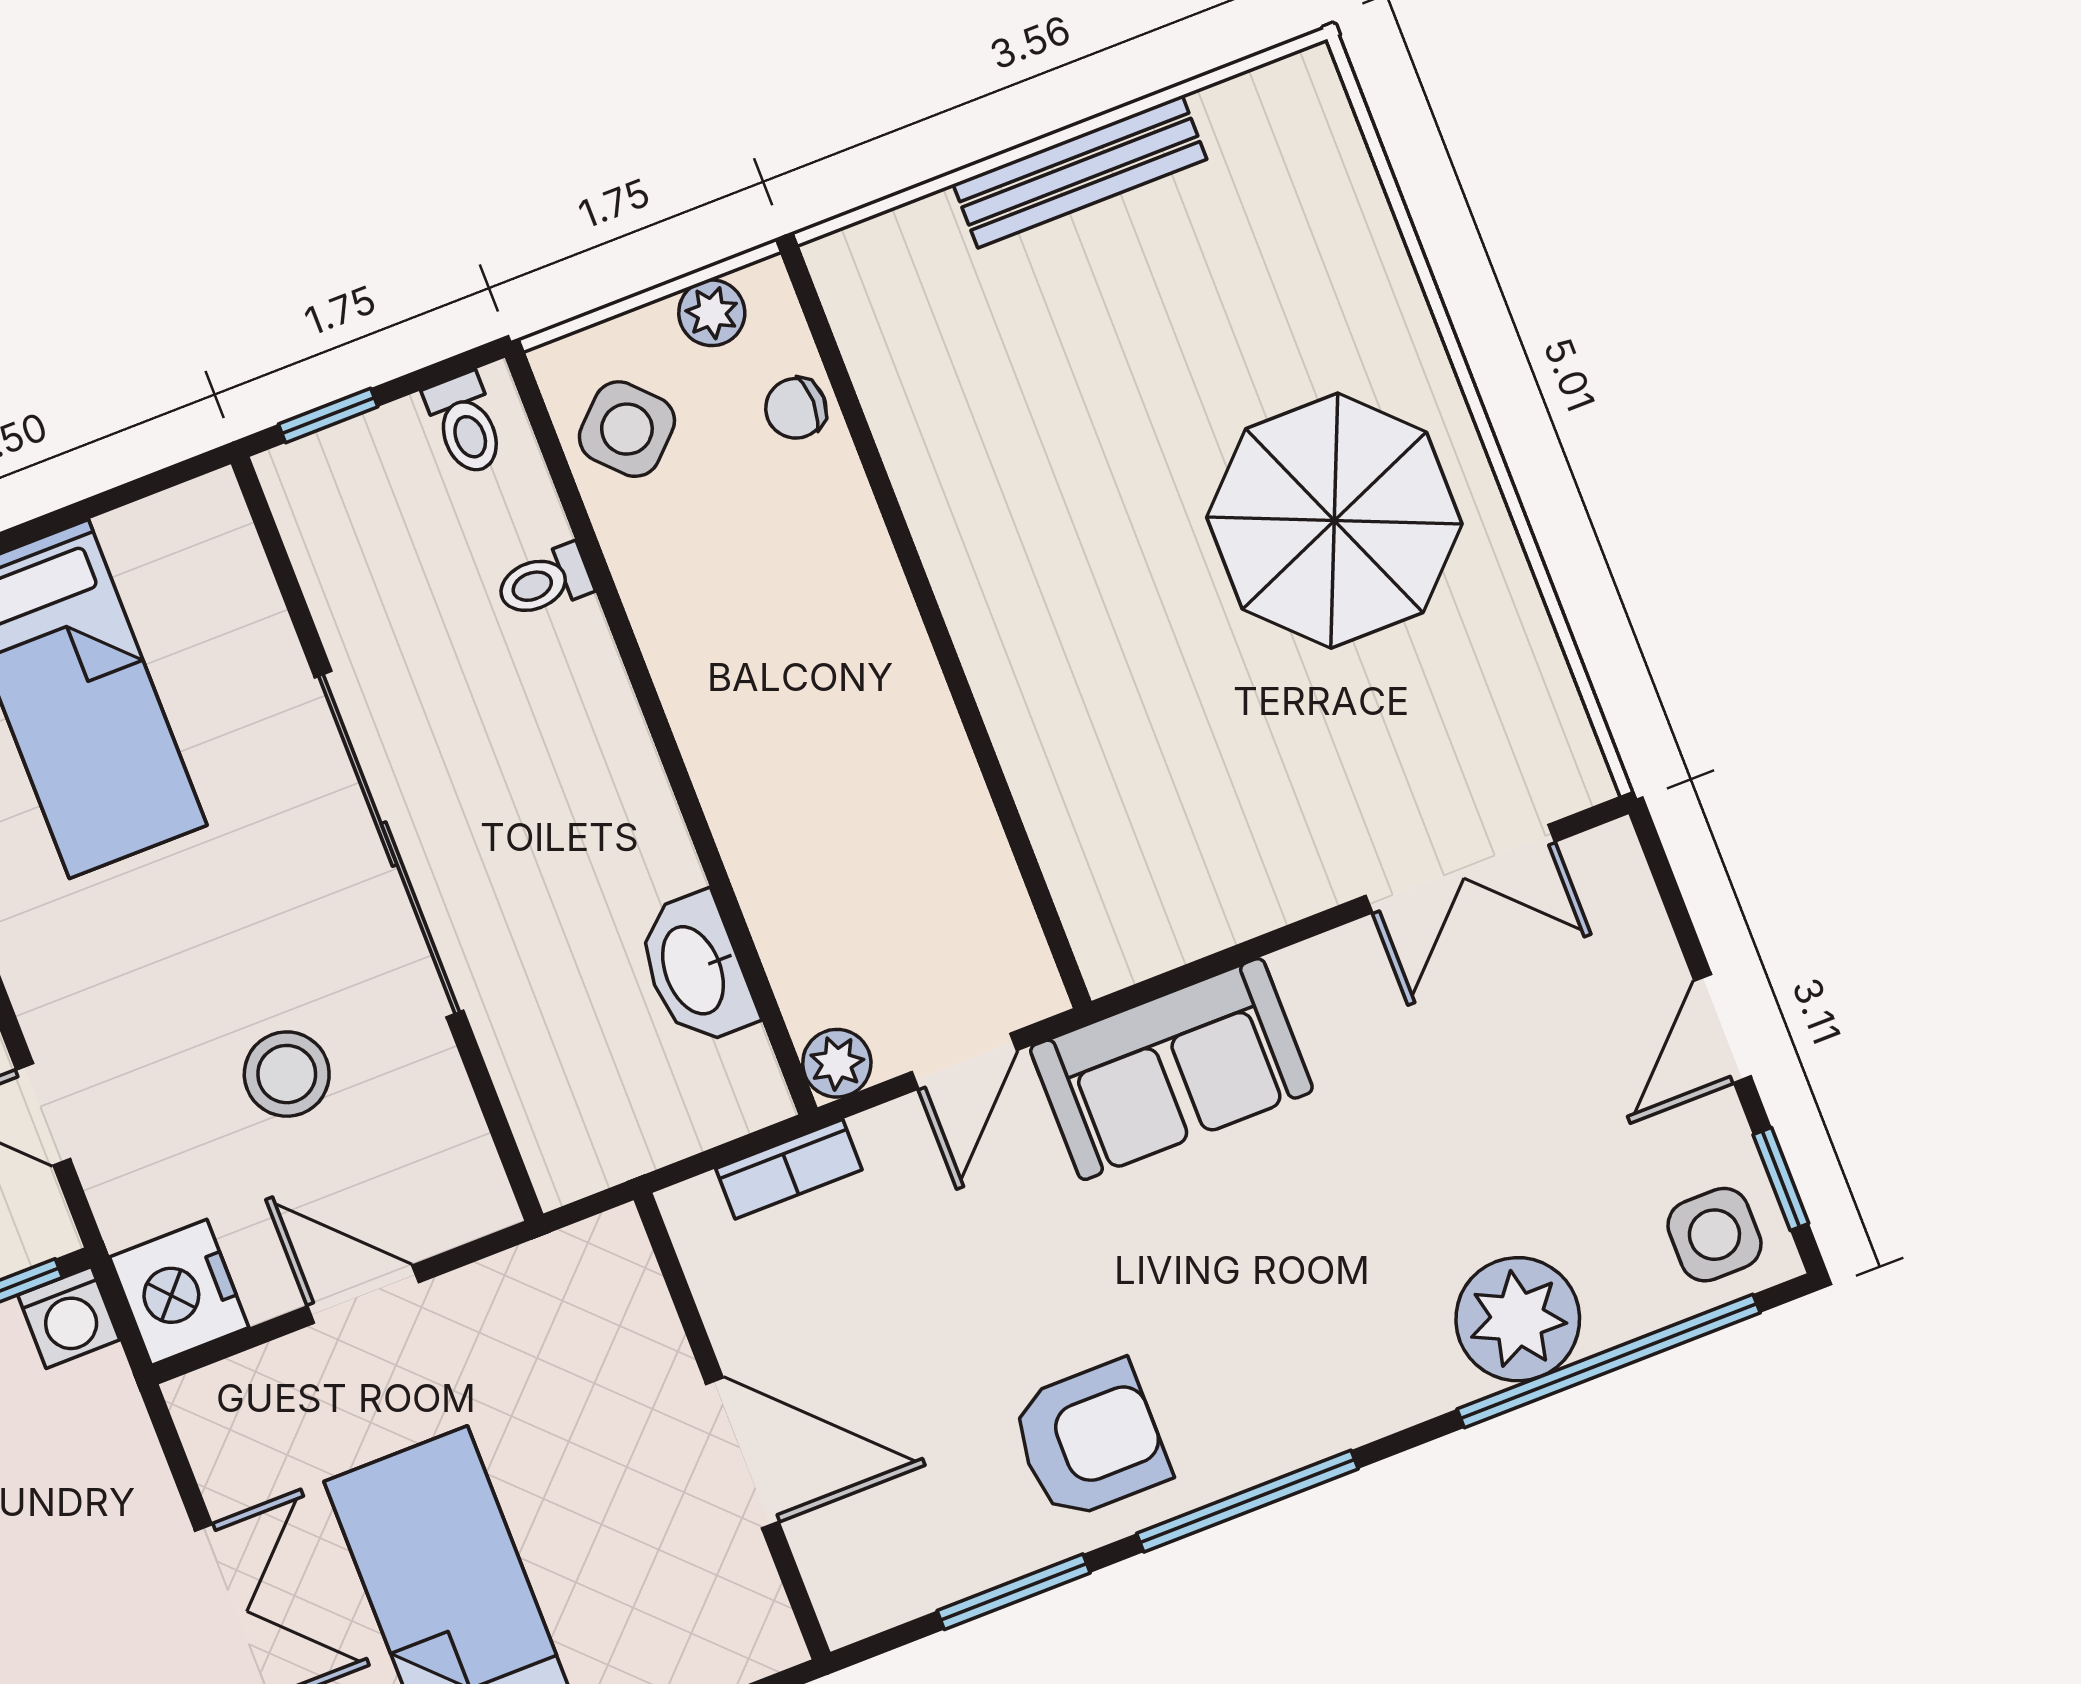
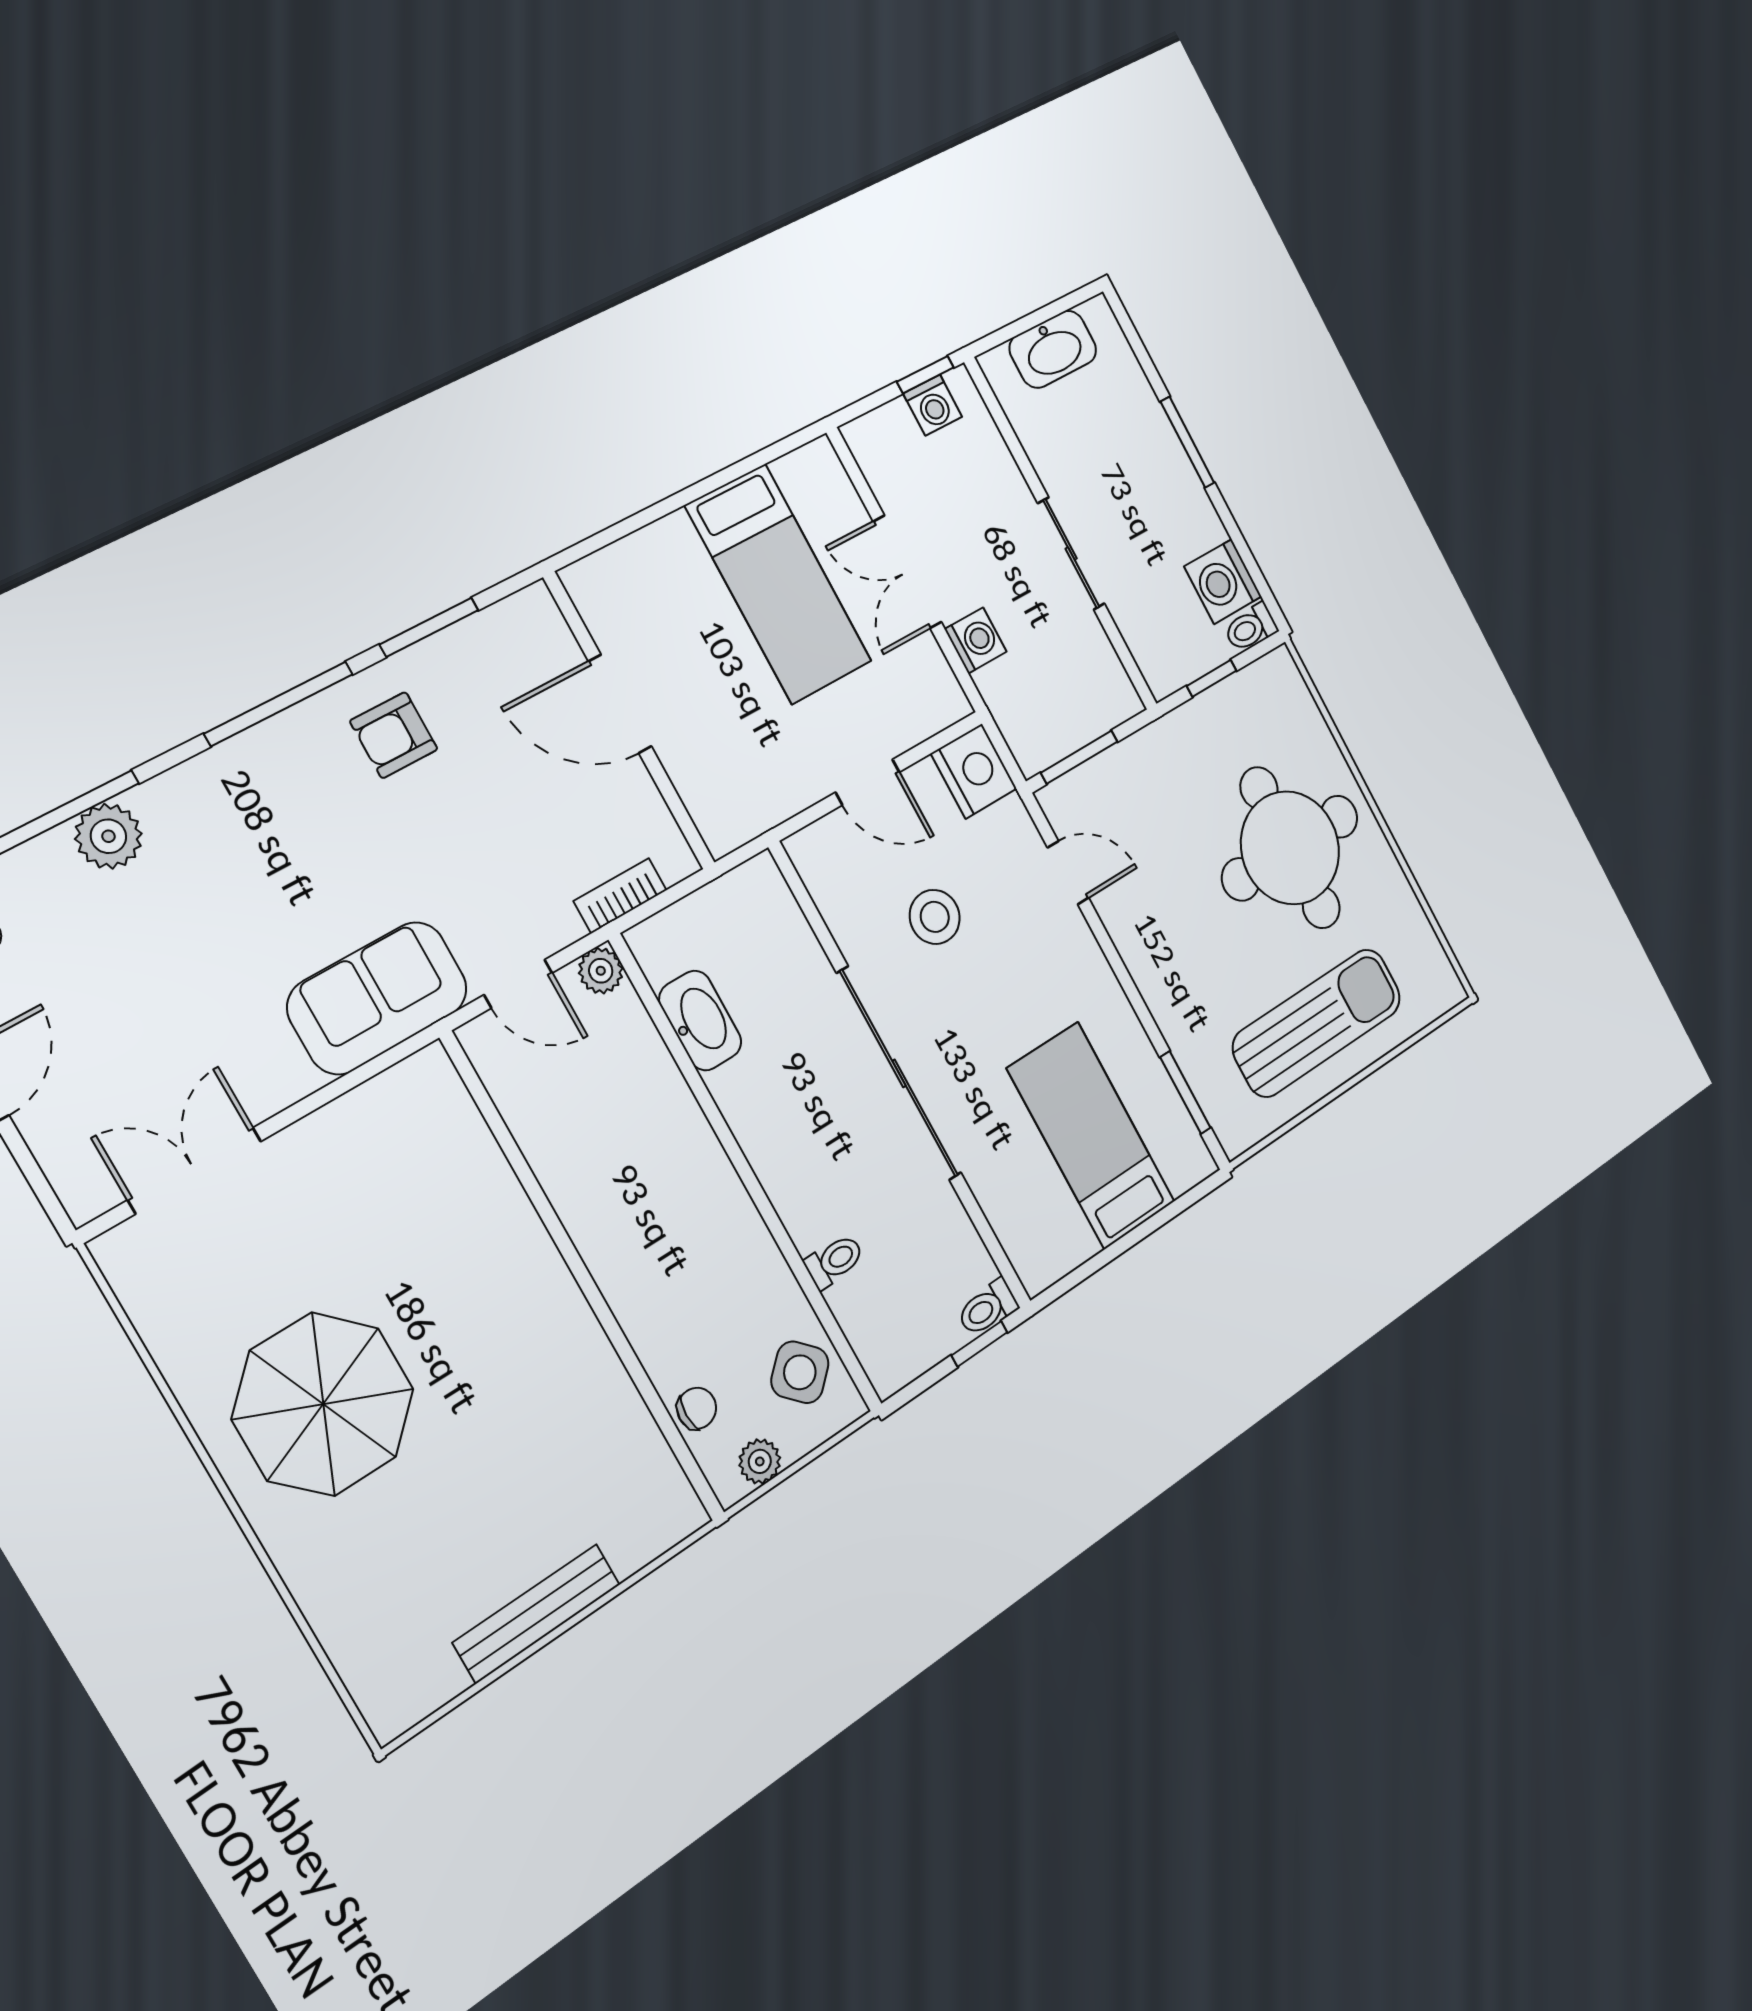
toilet: (465, 424) -> (988, 1308), moved, turned -90
door: (964, 1061) -> (518, 984), swing flipped
washing machine: (69, 1317) -> (976, 640), moved, turned 90
plant: (1518, 1319) -> (108, 836), width x0.73, depth x0.73
armchair: (1090, 1440) -> (394, 735), width x0.72, depth x0.72

